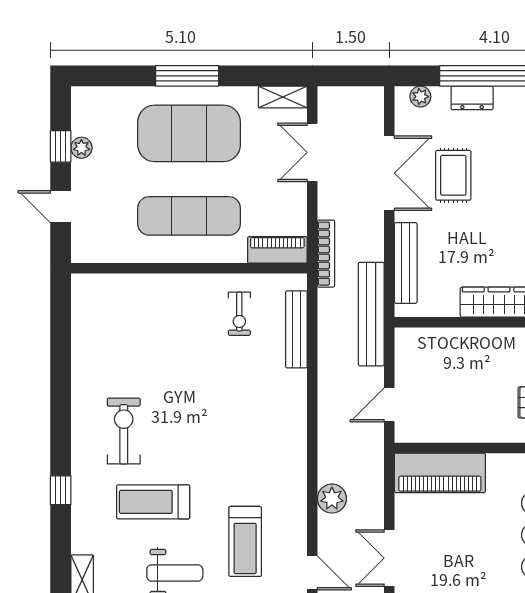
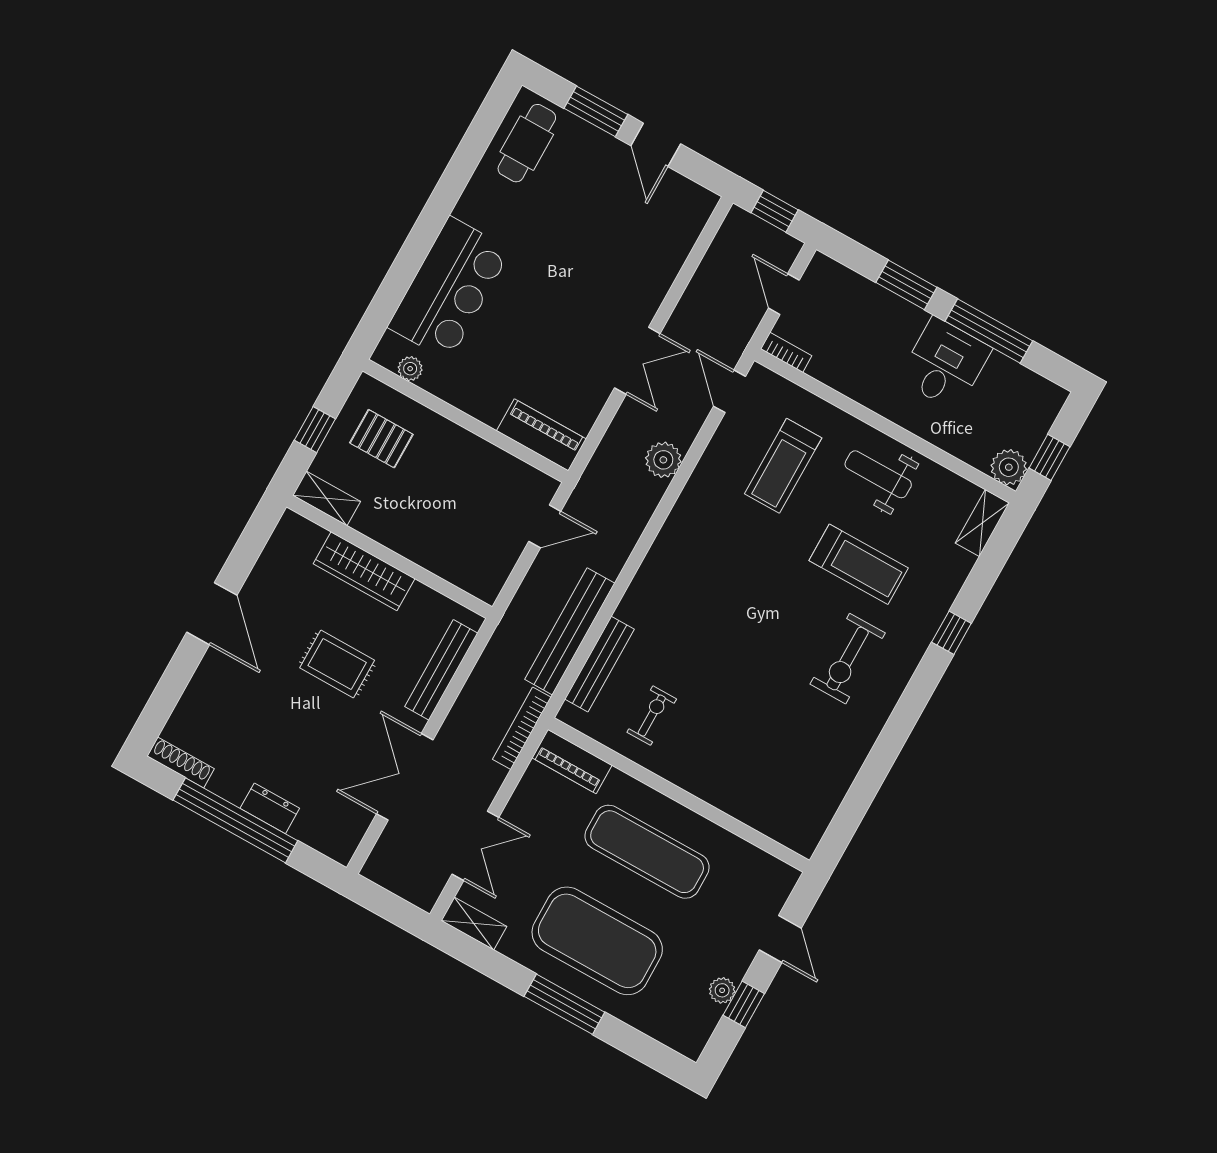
plant: (420, 97) -> (325, 841), removed
rug: (453, 175) -> (337, 664), moved, turned 90
bench: (371, 314) -> (570, 631), moved
piano: (440, 473) -> (541, 435), width x0.73, depth x0.75
treadmill: (245, 541) -> (783, 466), turned 180

